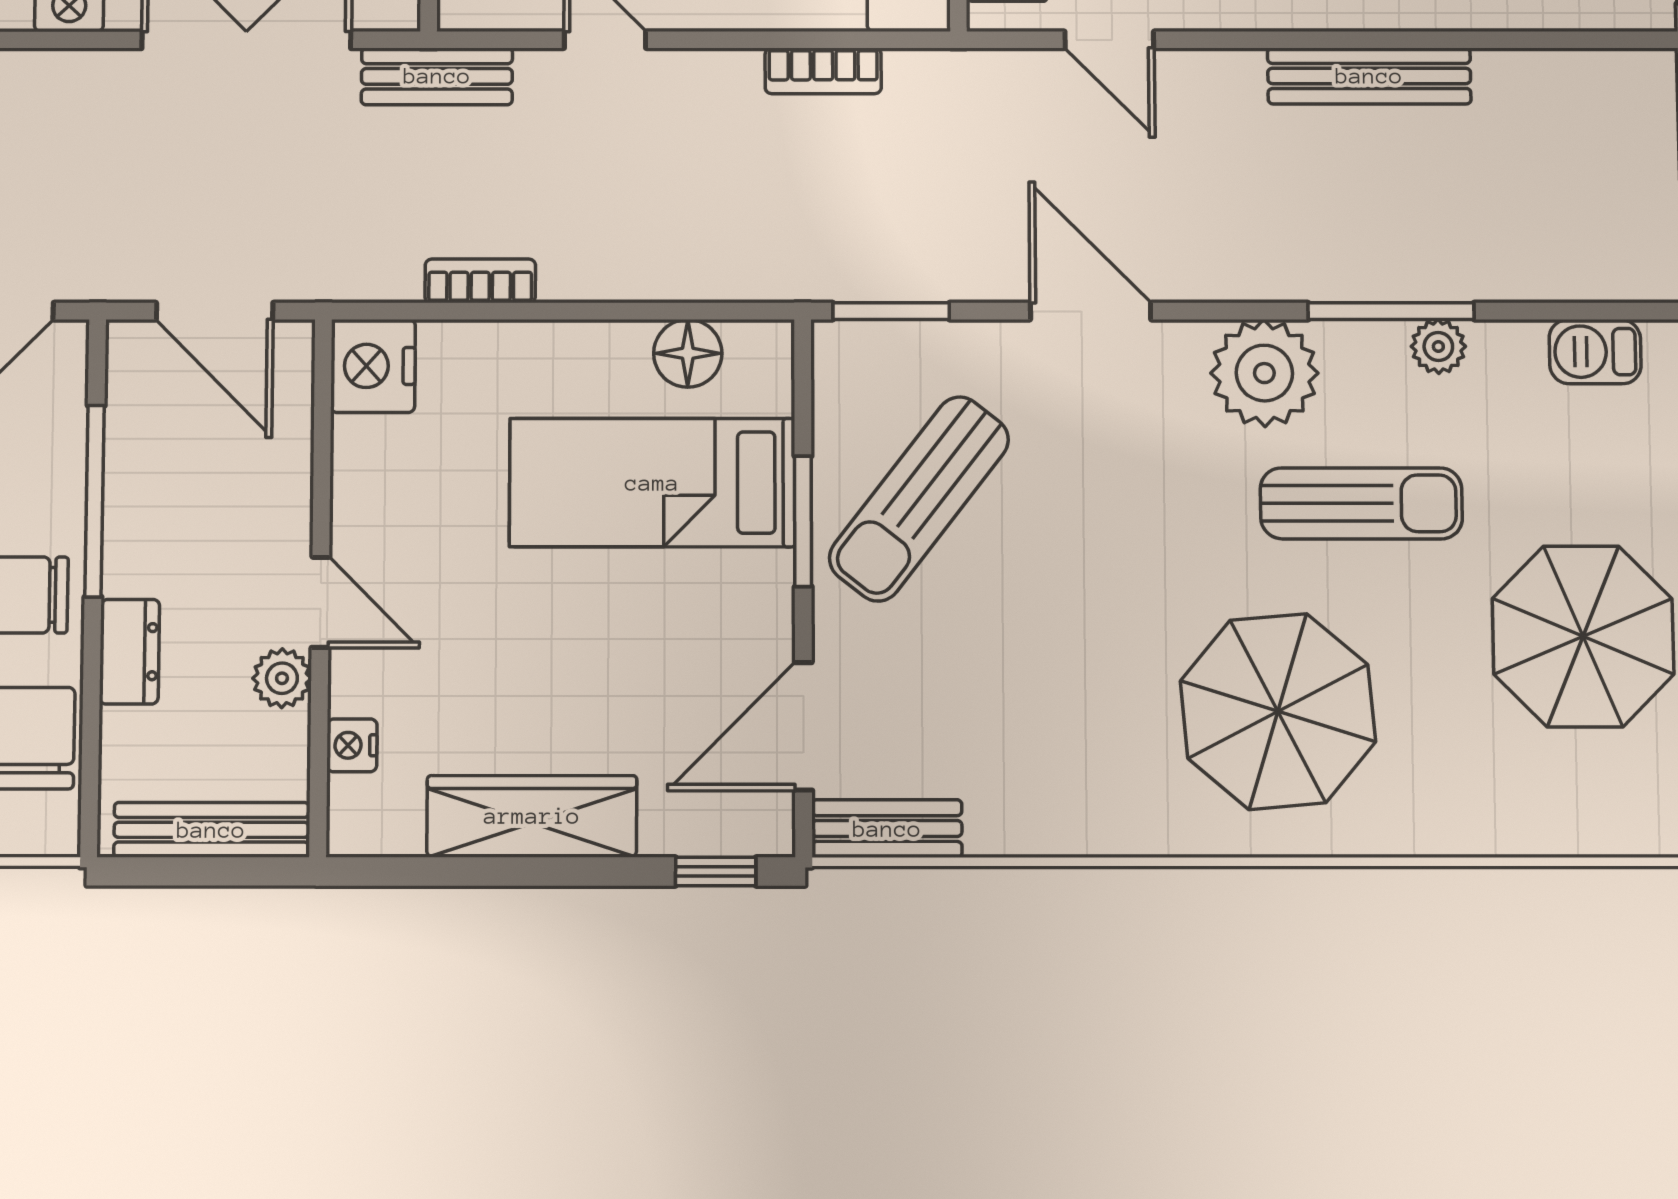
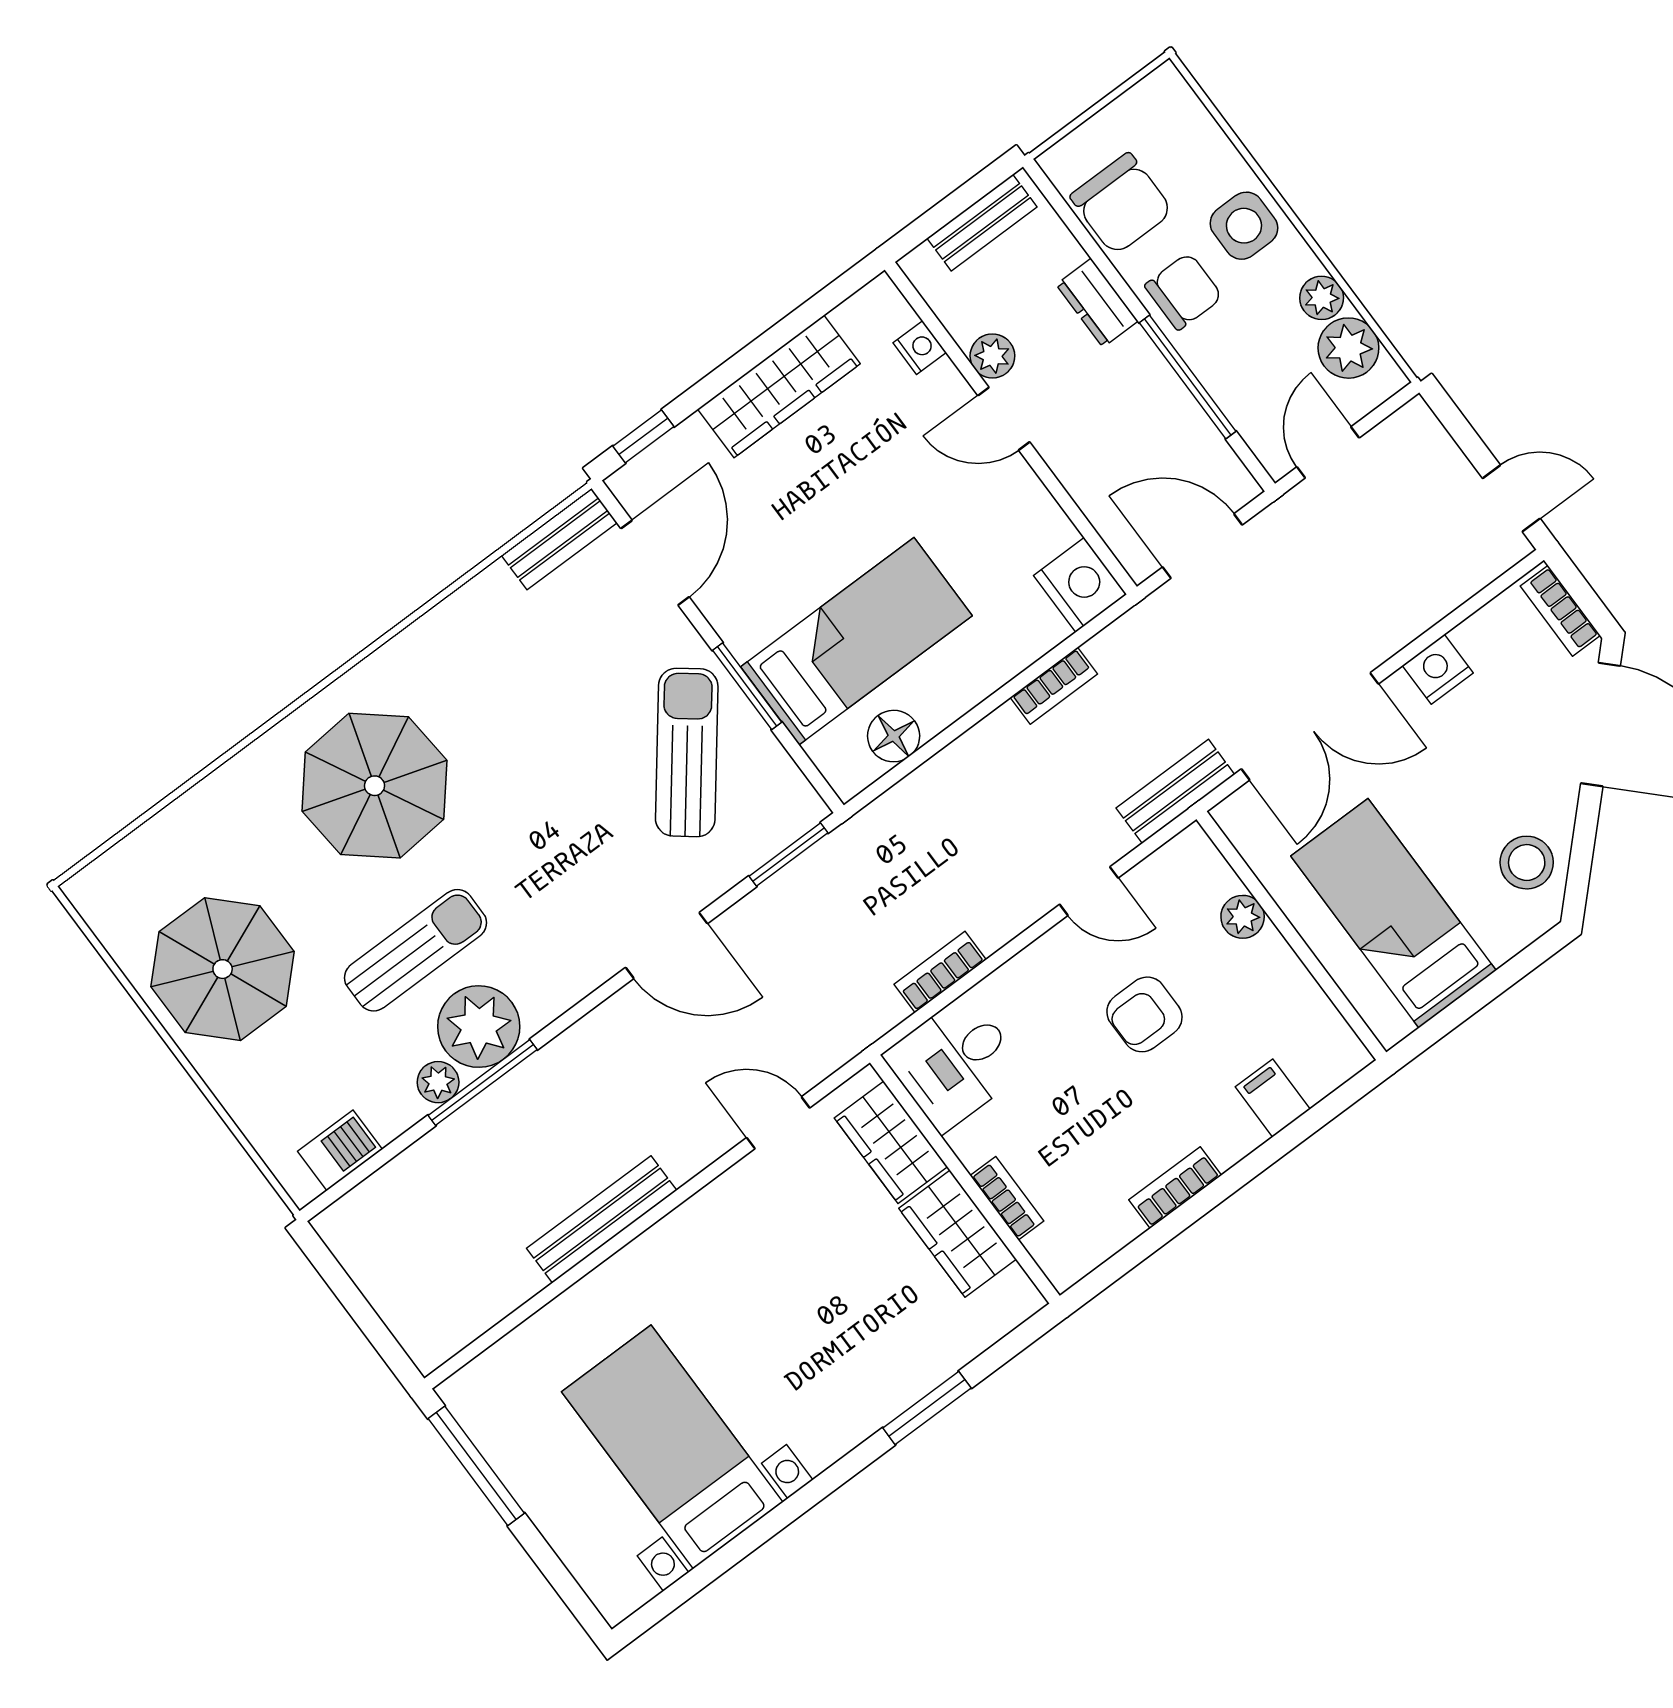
plant: (1264, 373) -> (479, 1027), moved
sun lounger: (1361, 503) -> (416, 950), turned 180
bench: (211, 830) -> (982, 223), width x0.73

